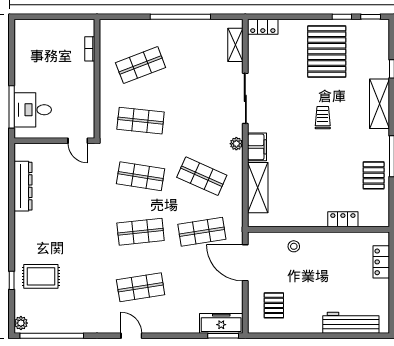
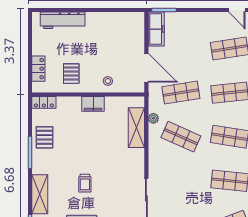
plant: (236, 144) -> (153, 118), moved
filing cabinet: (257, 147) -> (93, 104), moved, turned -90
locker: (343, 219) -> (44, 102), moved
pallet: (274, 305) -> (71, 74), moved
freezer: (221, 323) -> (156, 29), moved, turned -90

